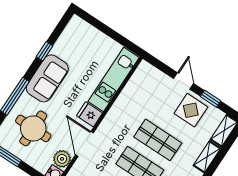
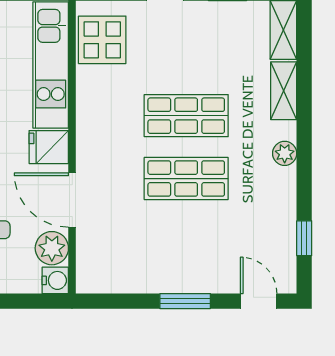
display table: (191, 110) -> (102, 40), moved

